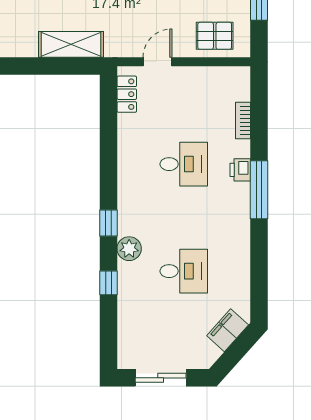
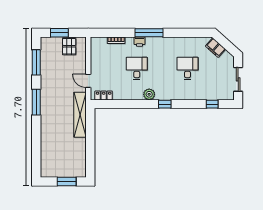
pallet: (215, 36) -> (69, 46), moved
shelving: (71, 44) -> (80, 115), width x1.47
plant: (129, 249) -> (149, 94), moved
window: (108, 283) -> (212, 104), moved

